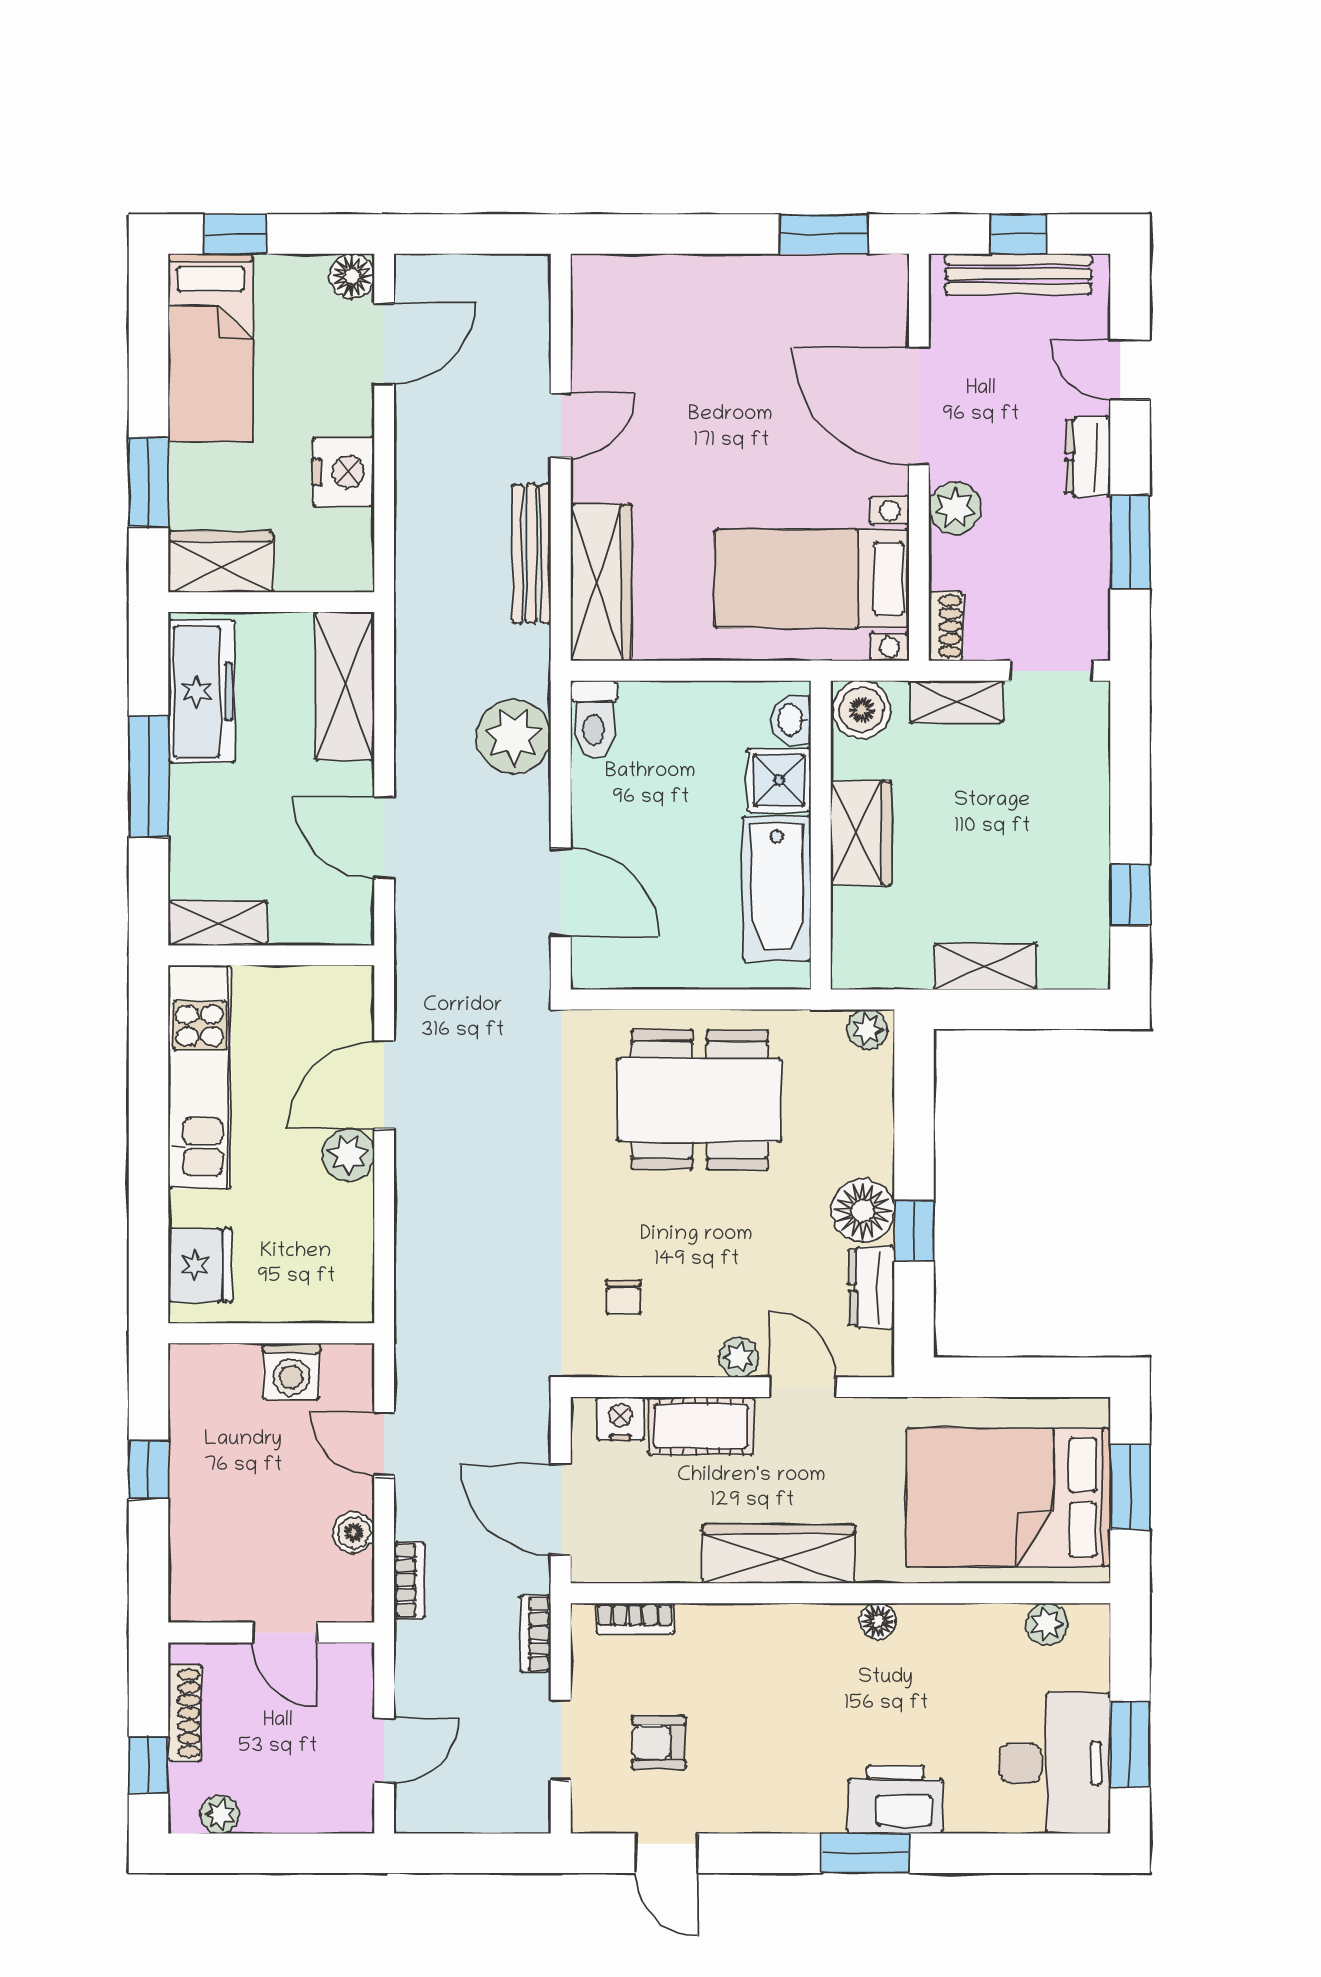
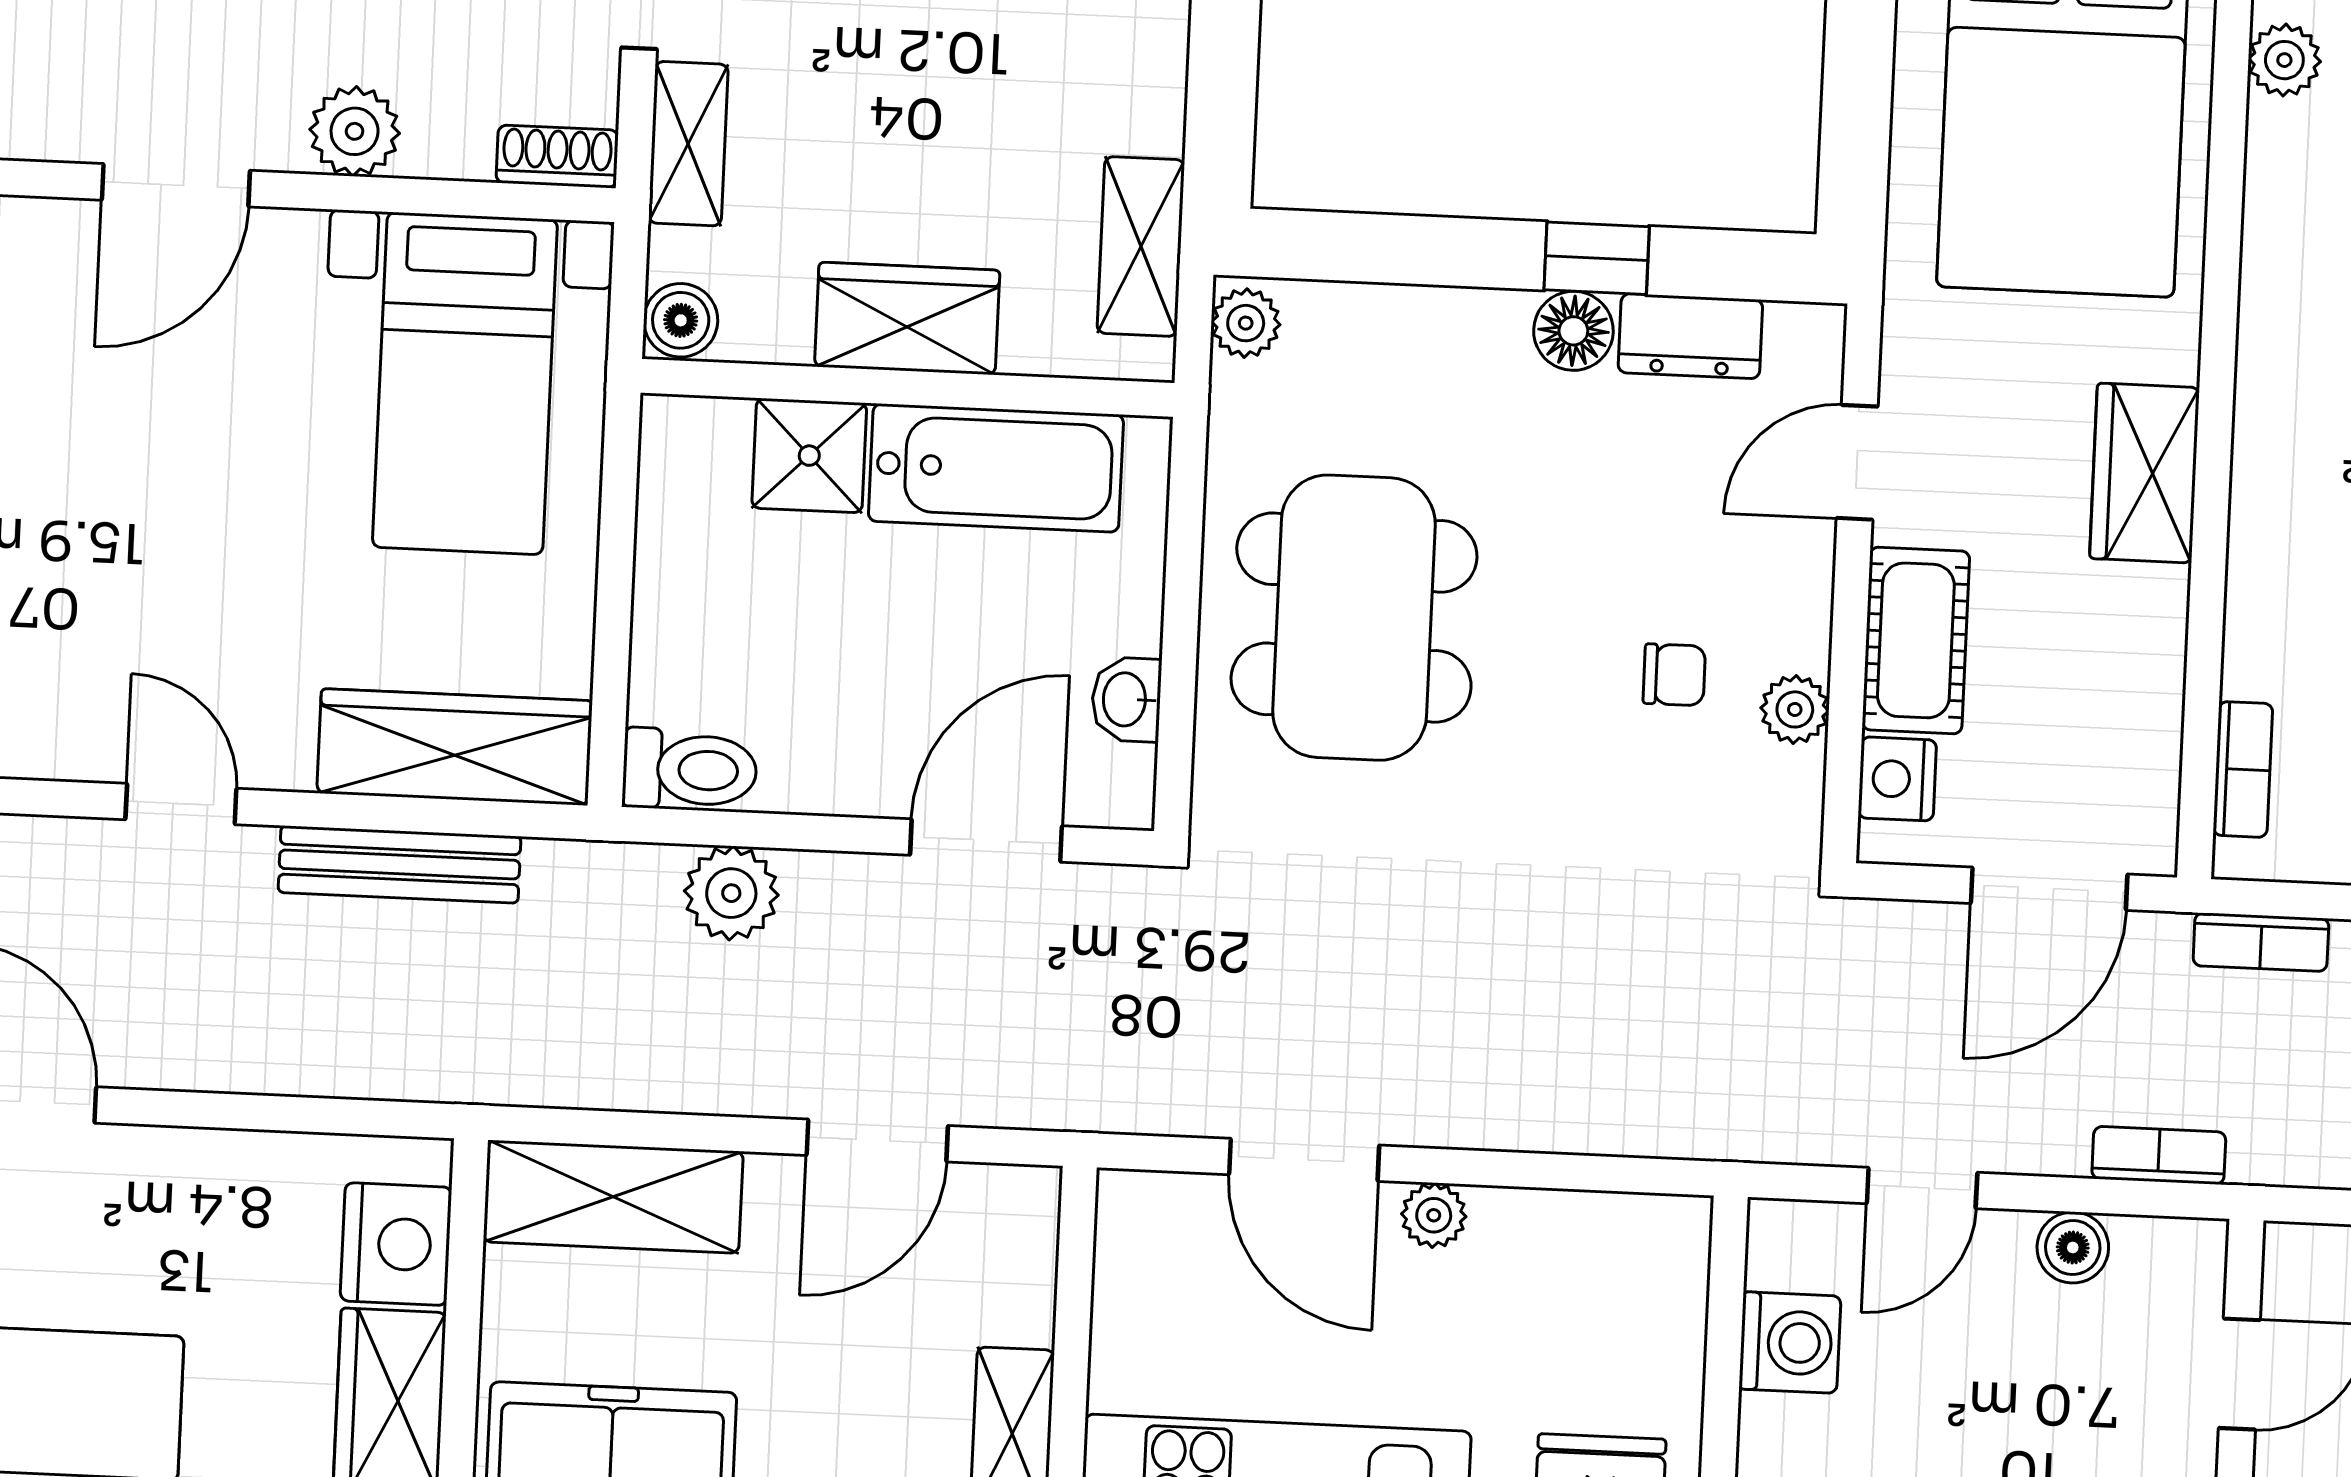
door: (919, 406) -> (176, 185), width x0.73
nightstand: (343, 472) -> (396, 1244), moved, turned 90
boiler: (862, 710) -> (681, 320), width x0.73, depth x0.73
washbasin: (791, 720) -> (1126, 699), moved, turned 90
plant: (514, 736) -> (731, 893), width x0.73, depth x0.73
shelving: (986, 967) -> (1141, 247), moved
plant: (348, 1155) -> (1434, 1215), width x0.73, depth x0.73
floor lamp: (863, 1211) -> (1573, 331), width x0.73, depth x0.73
chair: (624, 1297) -> (1674, 675), moved
plant: (739, 1358) -> (1795, 709), moved
wardrobe: (779, 1554) -> (2144, 473), width x0.67
floor lamp: (878, 1621) -> (2266, 351), removed

